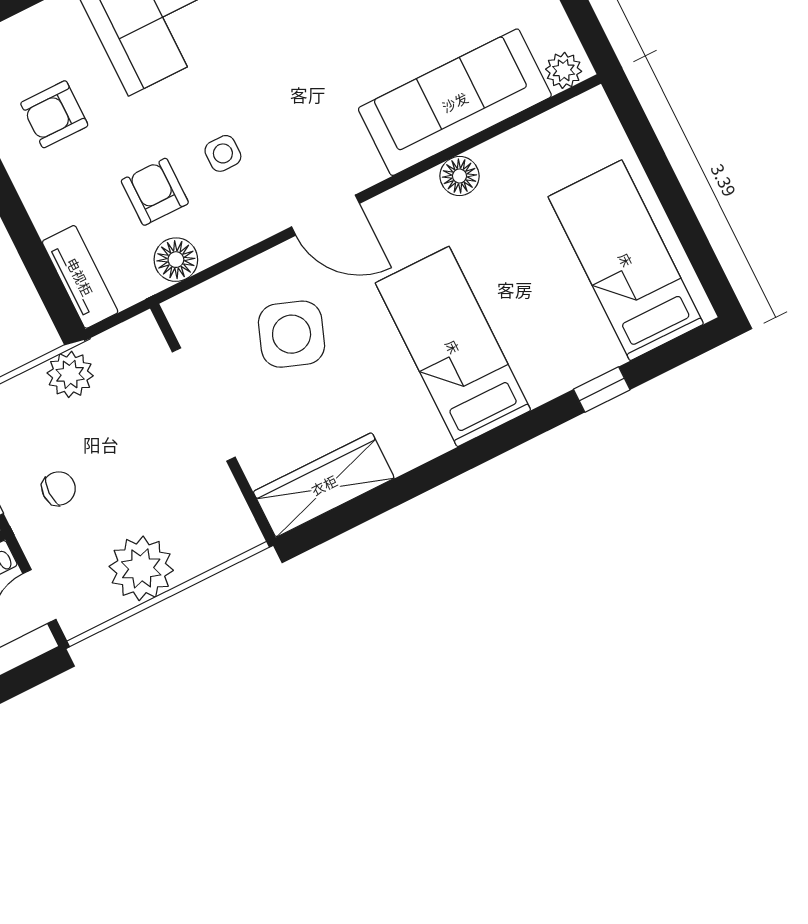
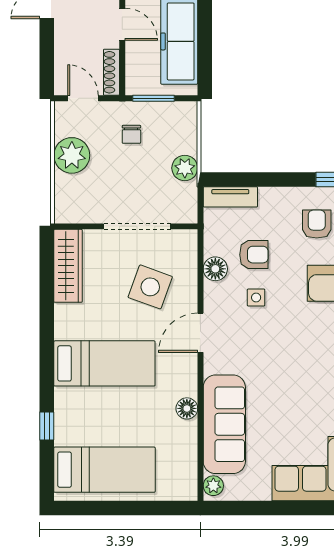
floor lamp: (176, 260) -> (215, 269), moved

